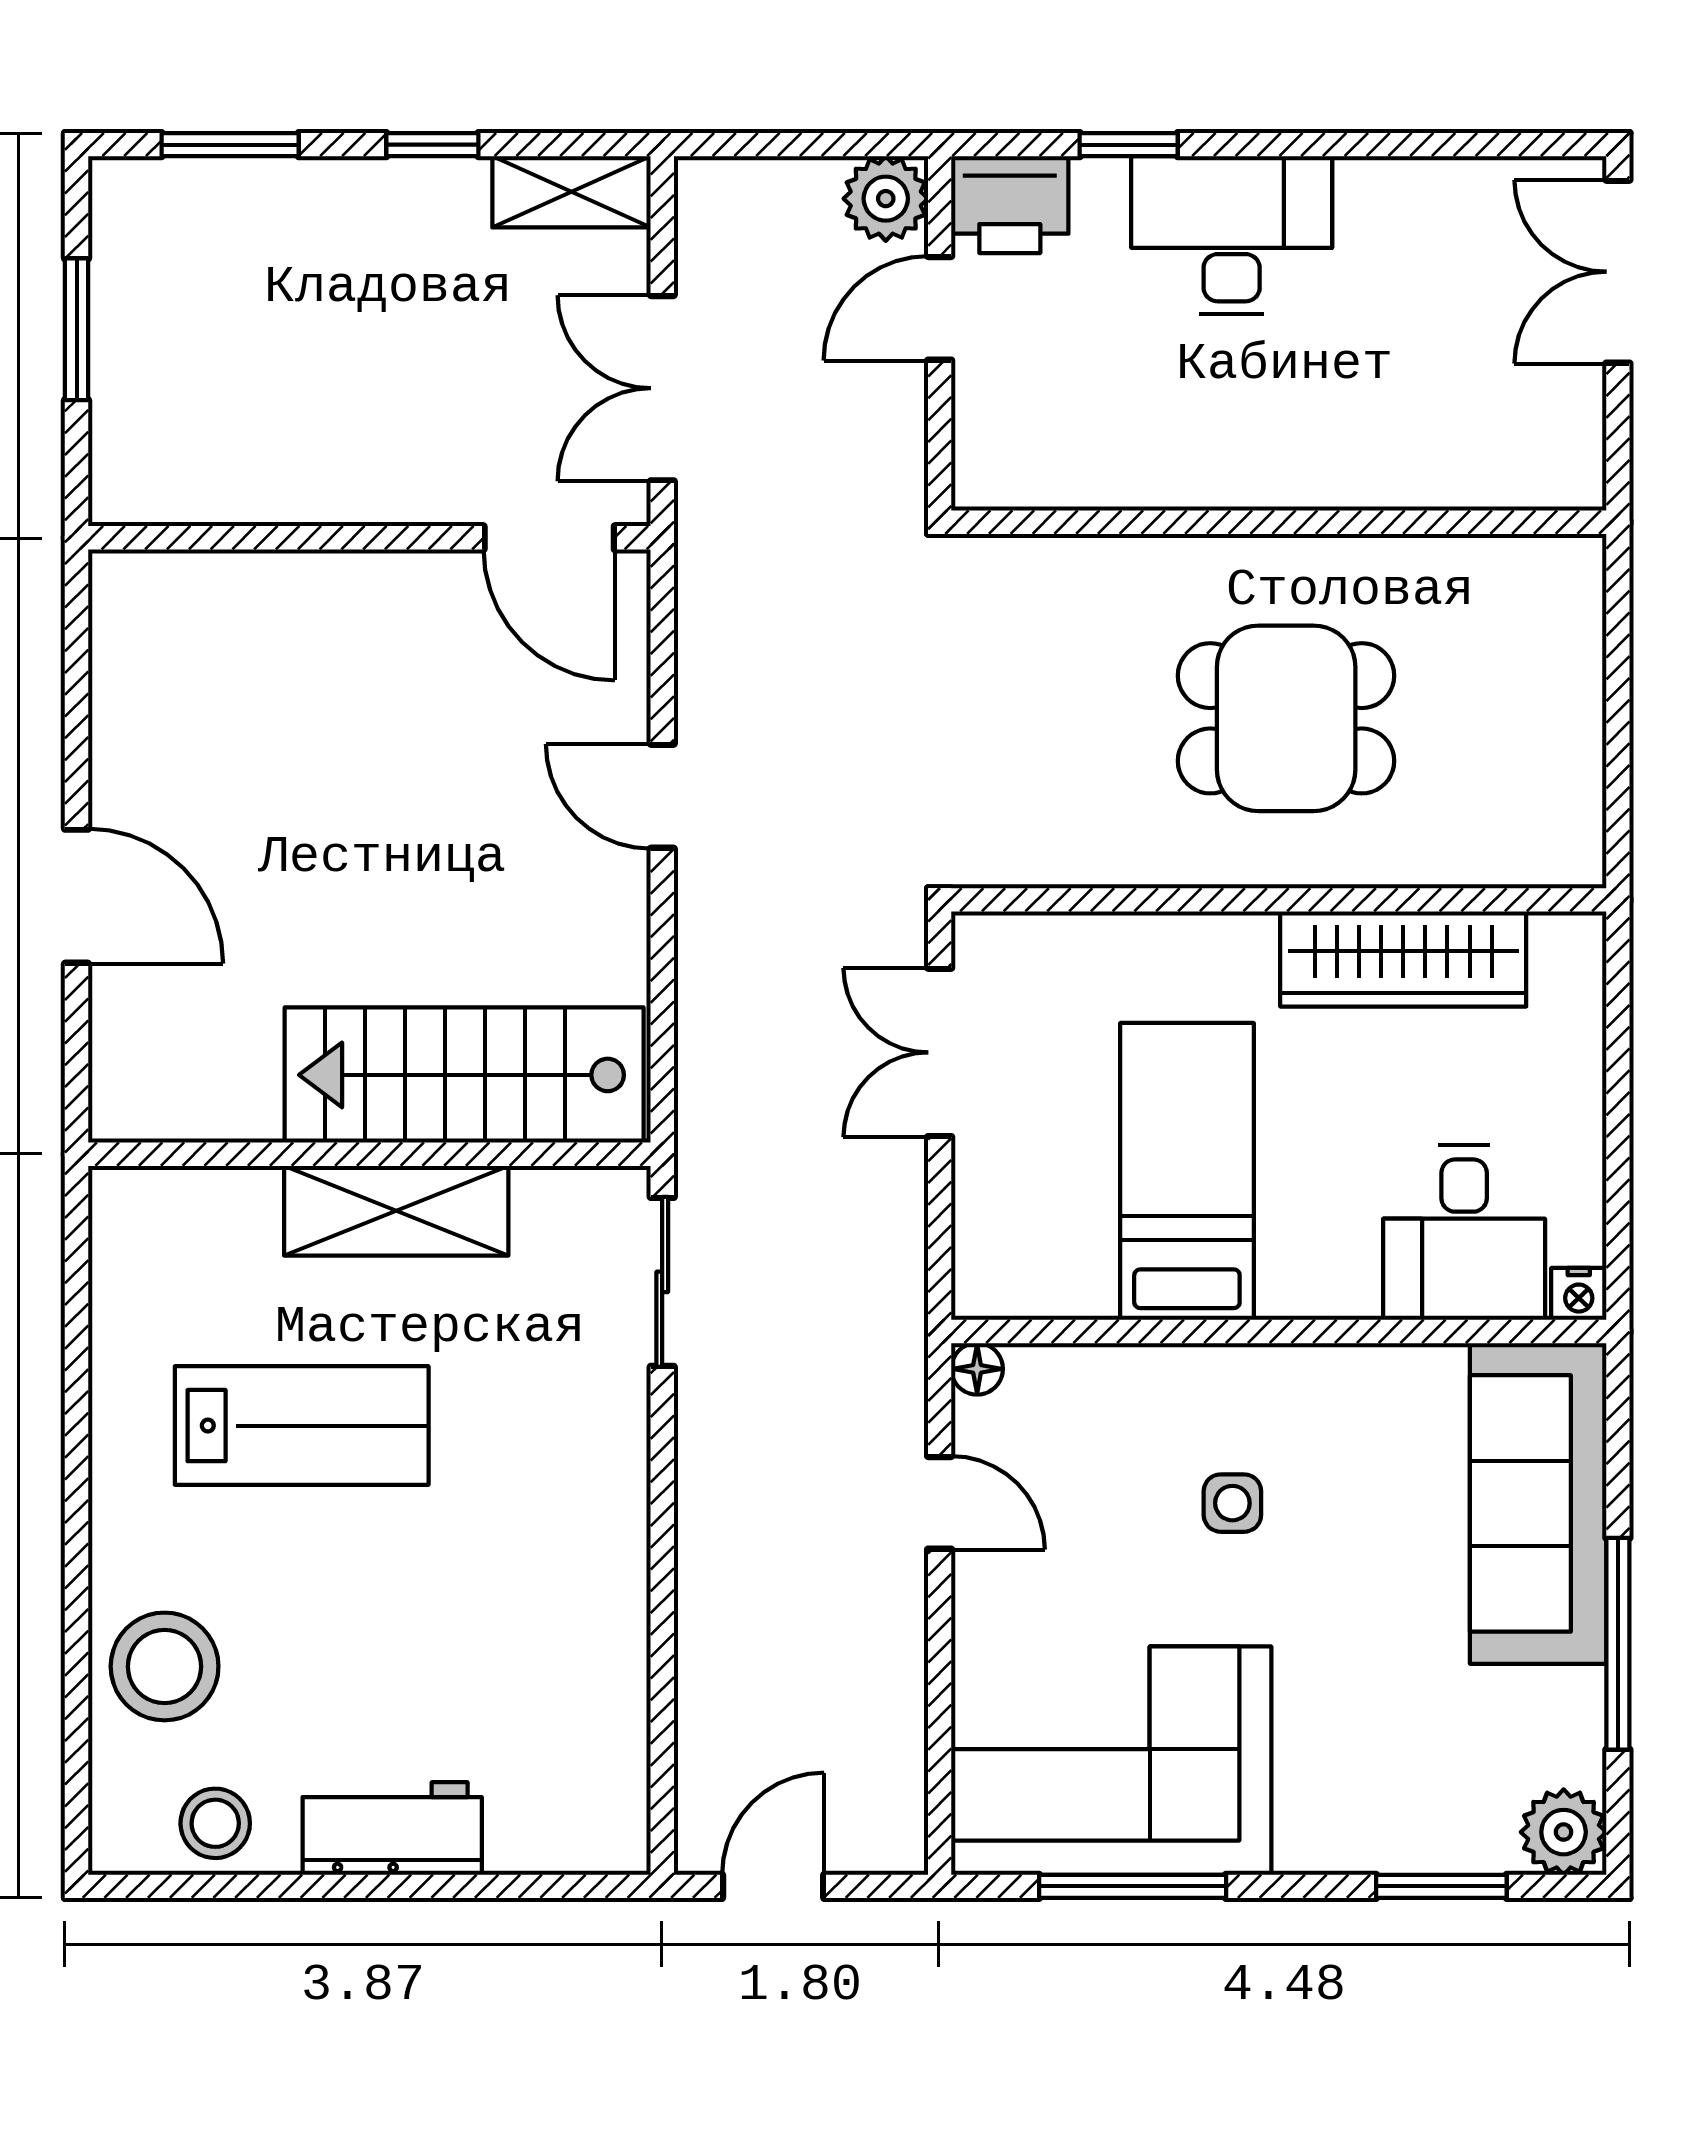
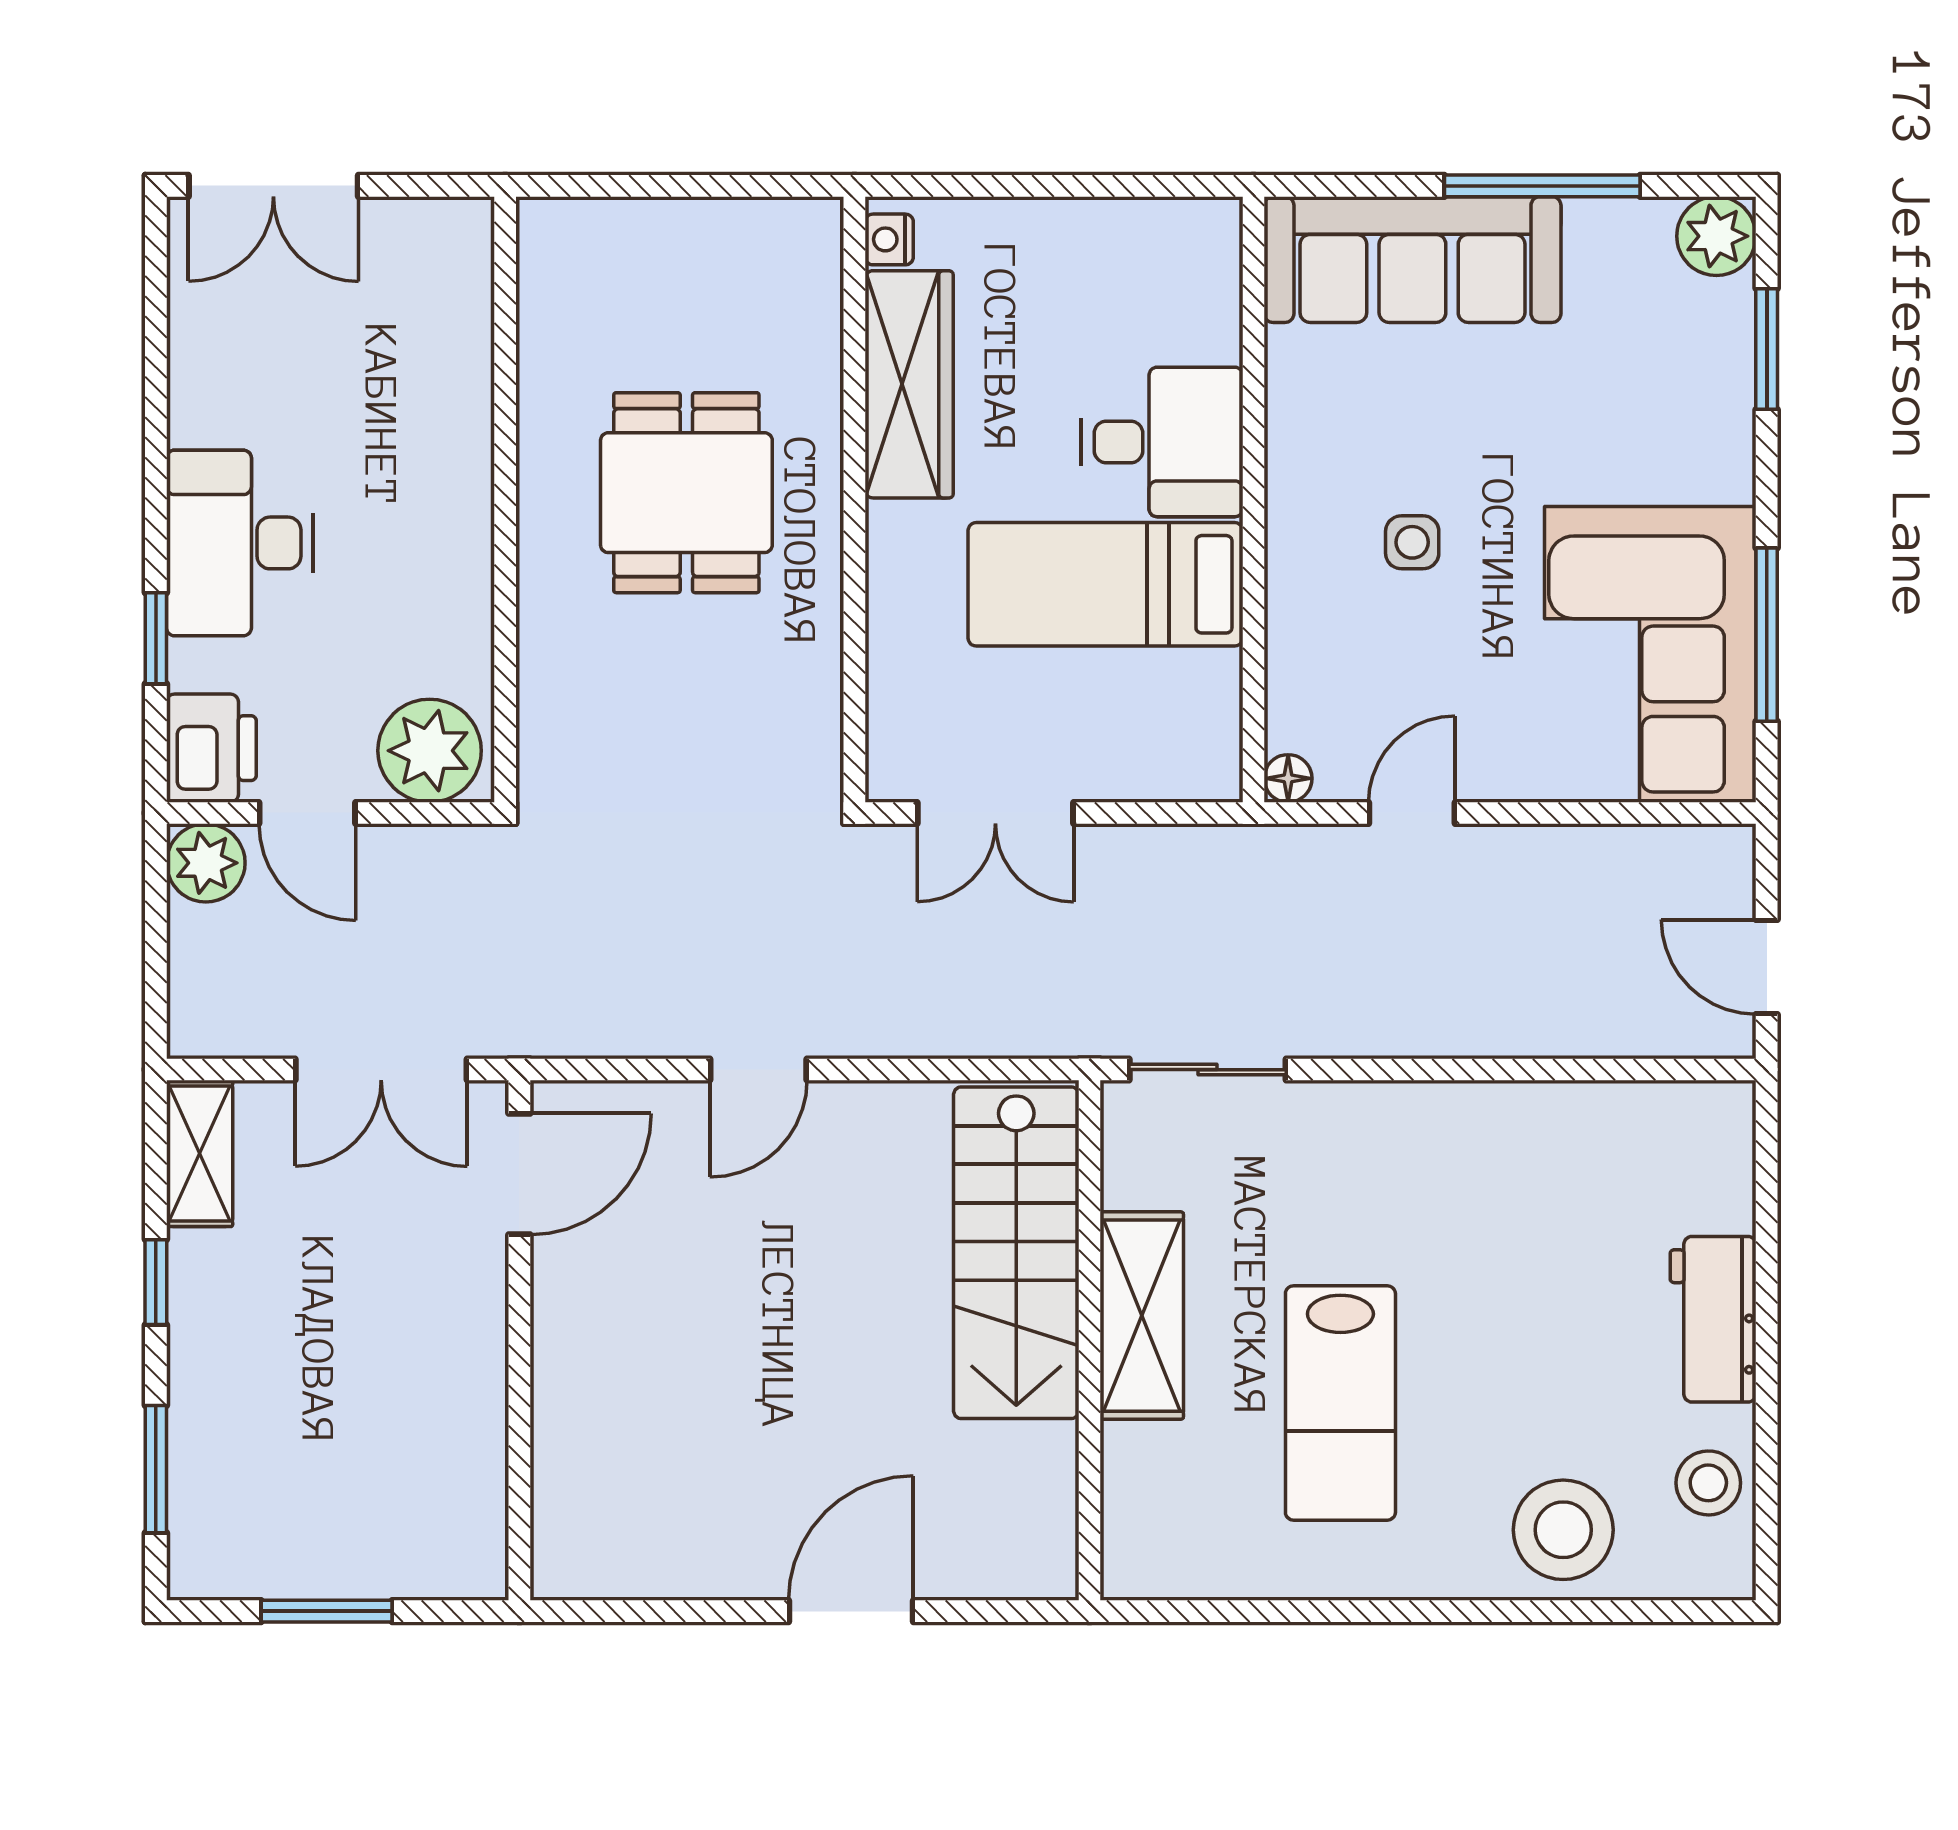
plant: (1007, 441) -> (430, 751), added
desk: (1464, 1233) -> (1162, 442), moved
nightstand: (1579, 1294) -> (889, 239), moved, turned 180
lab bench: (302, 1426) -> (1340, 1403), turned 180

